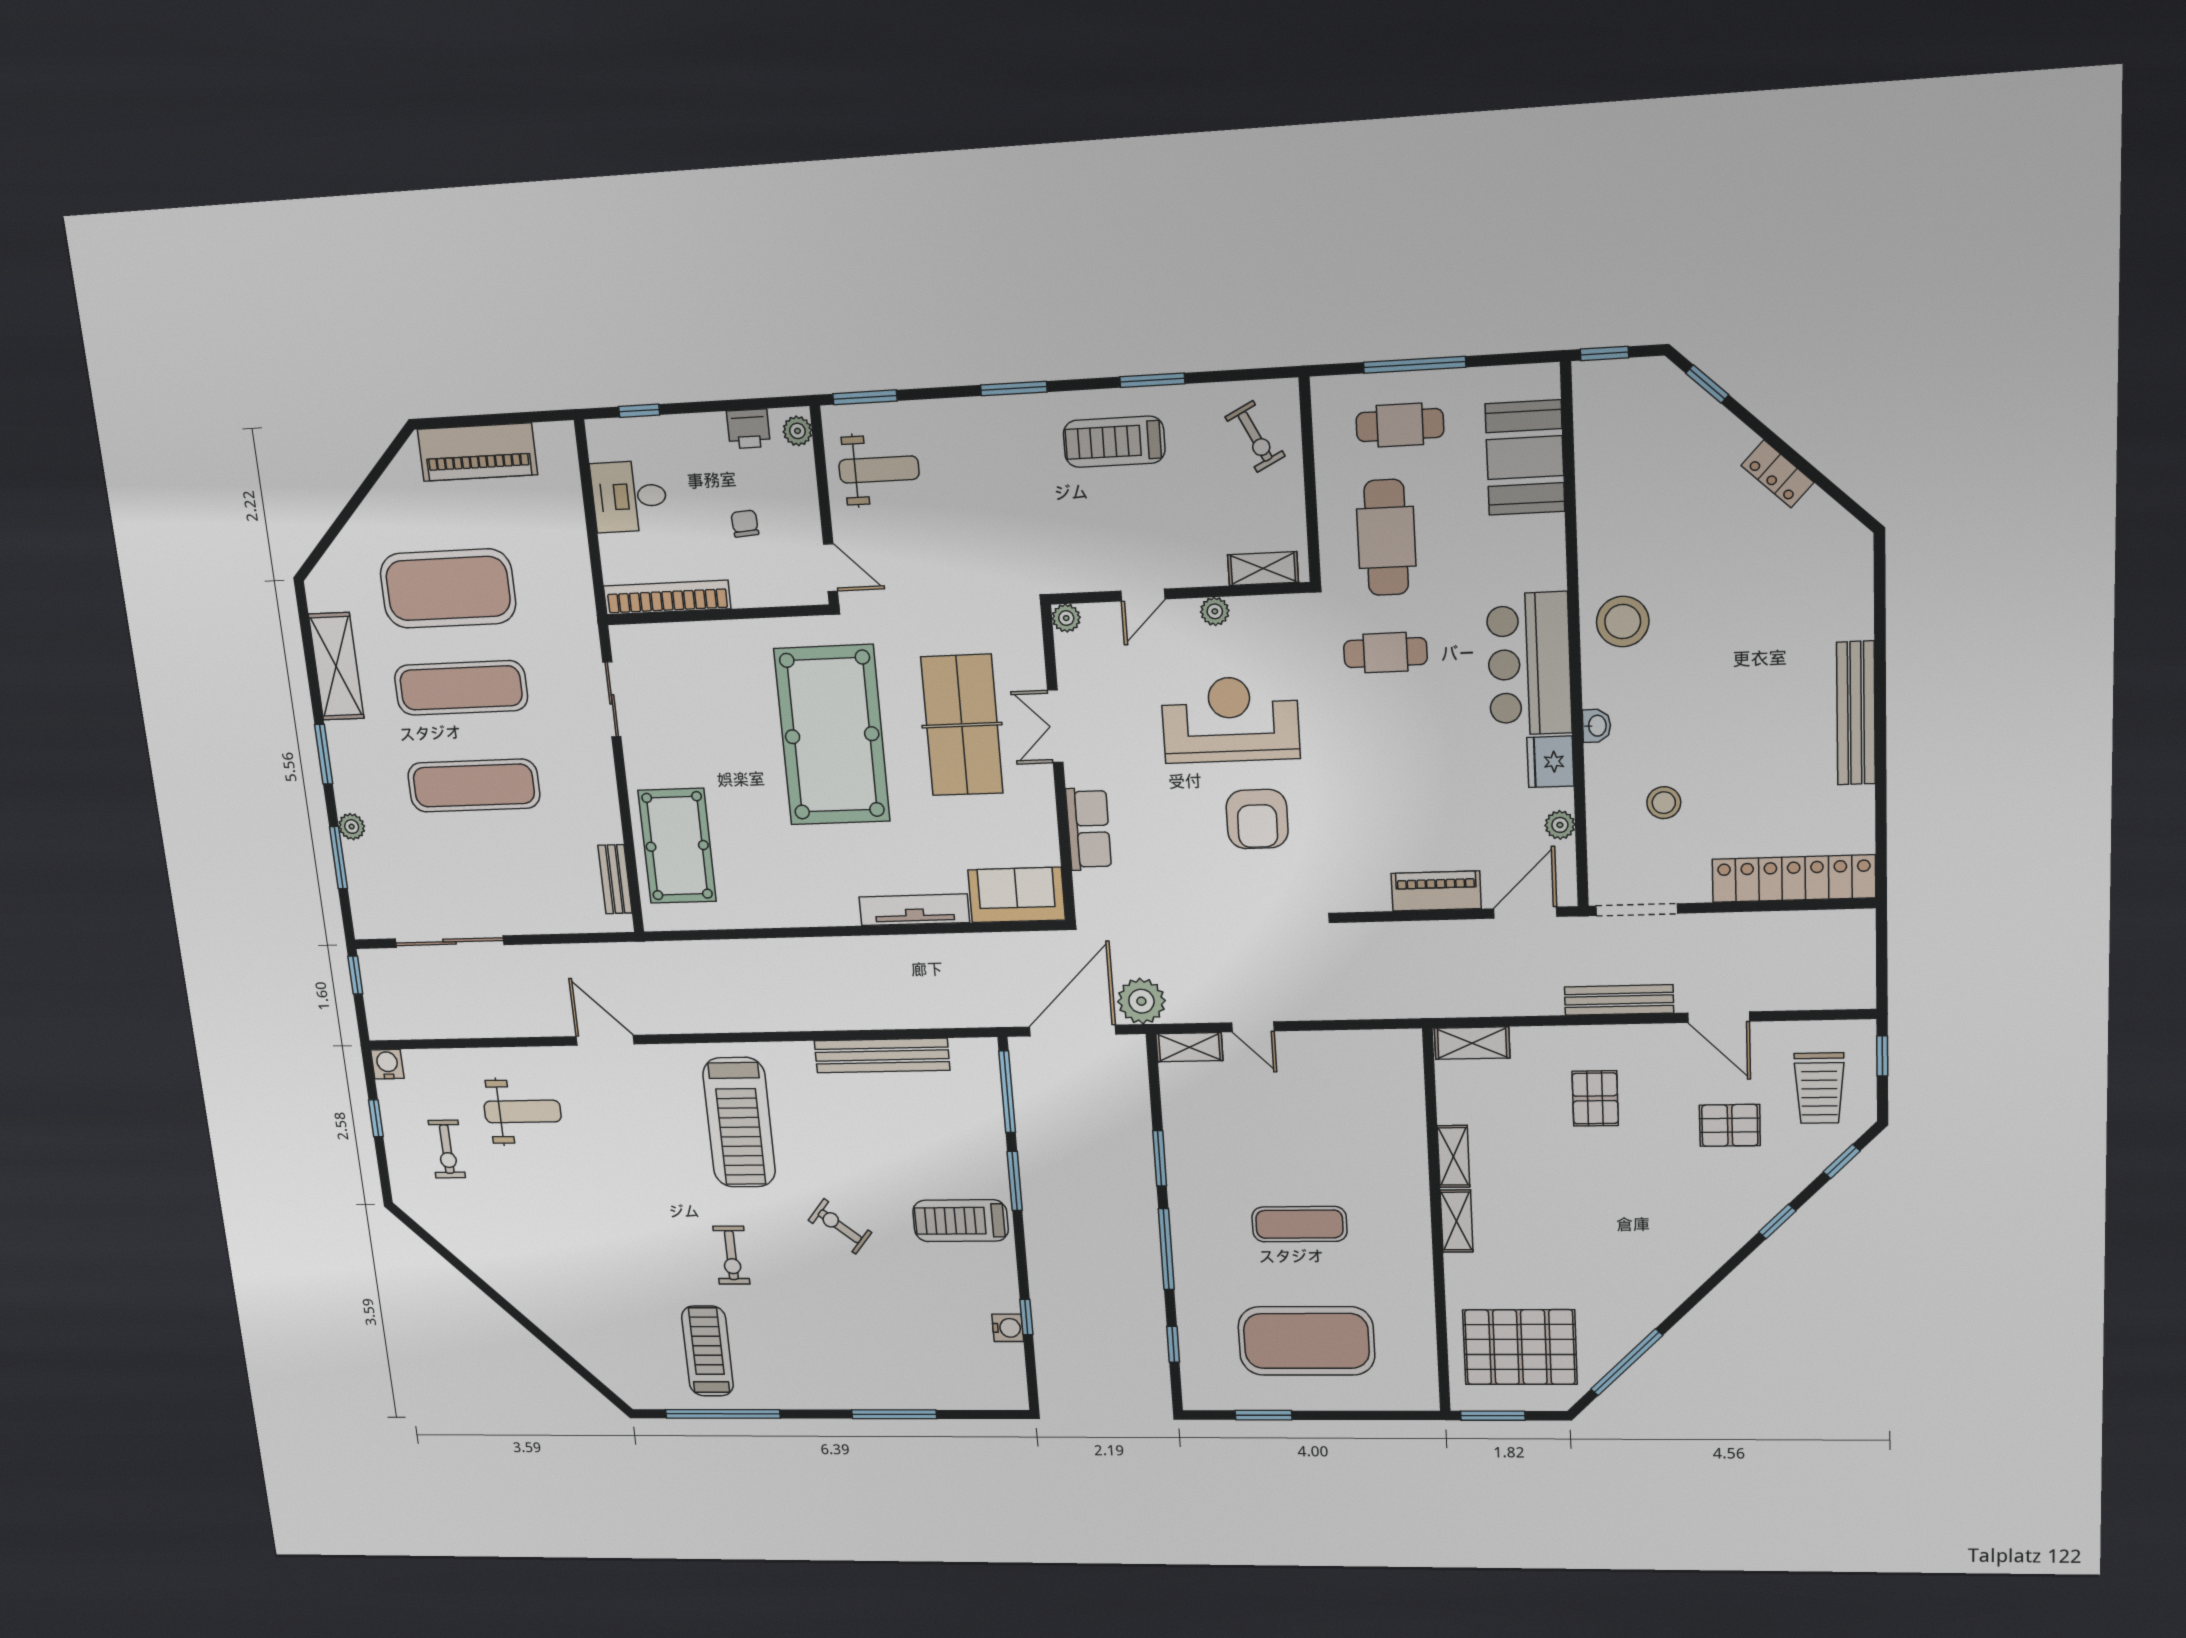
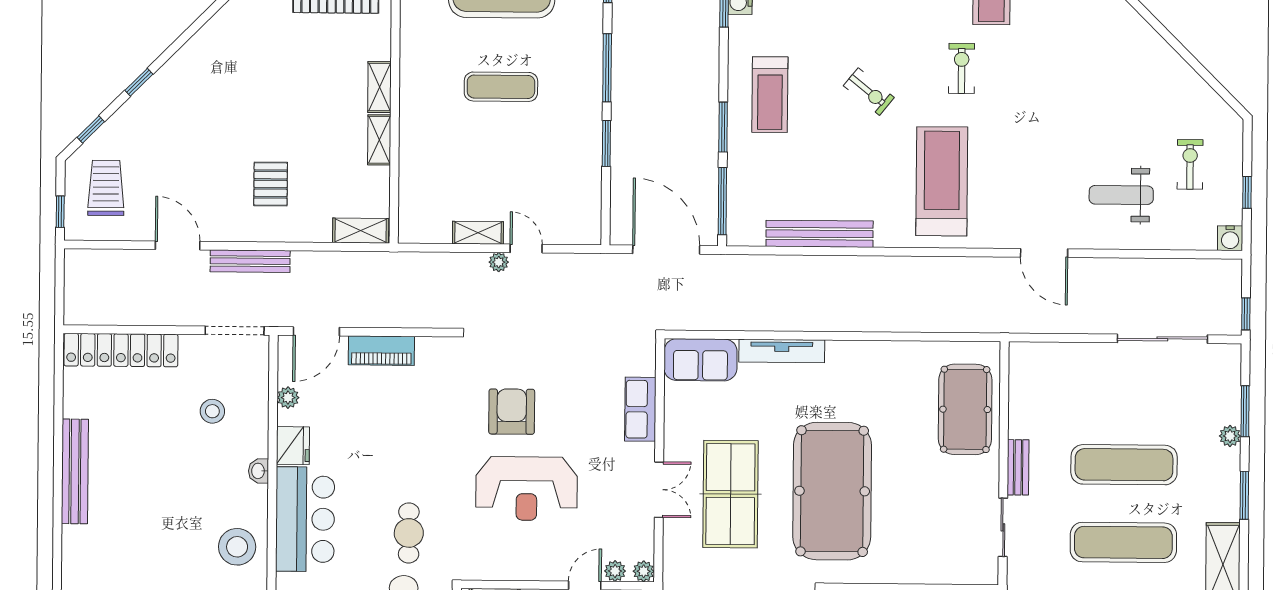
plant: (1215, 611) -> (615, 571), moved
cafe table: (1385, 653) -> (409, 533), turned 90
bench: (615, 879) -> (1018, 467), moved
plant: (1141, 1001) -> (499, 262), moved, width x0.53, depth x0.53
door: (1073, 1031) -> (666, 250), swing flipped
shelving: (1189, 1047) -> (478, 233), moved
pallet: (1730, 1125) -> (172, 160), removed
treadmill: (960, 1221) -> (770, 95), turned 90

